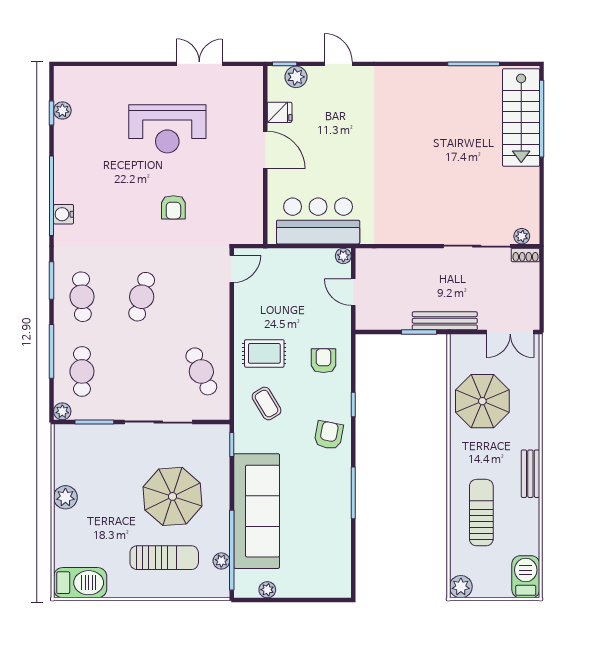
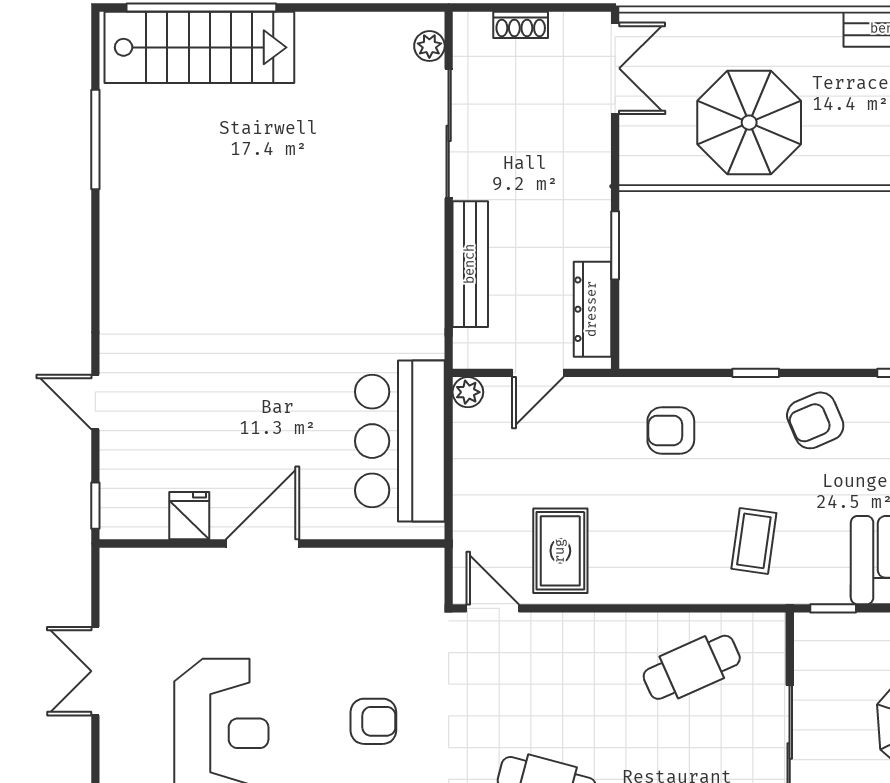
door: (338, 64) -> (95, 402), hinge flipped
plant: (296, 77) -> (121, 484), removed
shoe rack: (525, 255) -> (521, 25), moved, turned 90
dresser: (386, 320) -> (592, 309), added
bench: (445, 321) -> (470, 264), moved
rug: (264, 353) -> (560, 551), moved
coffee table: (267, 404) -> (754, 541), turned -51
armchair: (329, 435) -> (815, 420), turned -34

